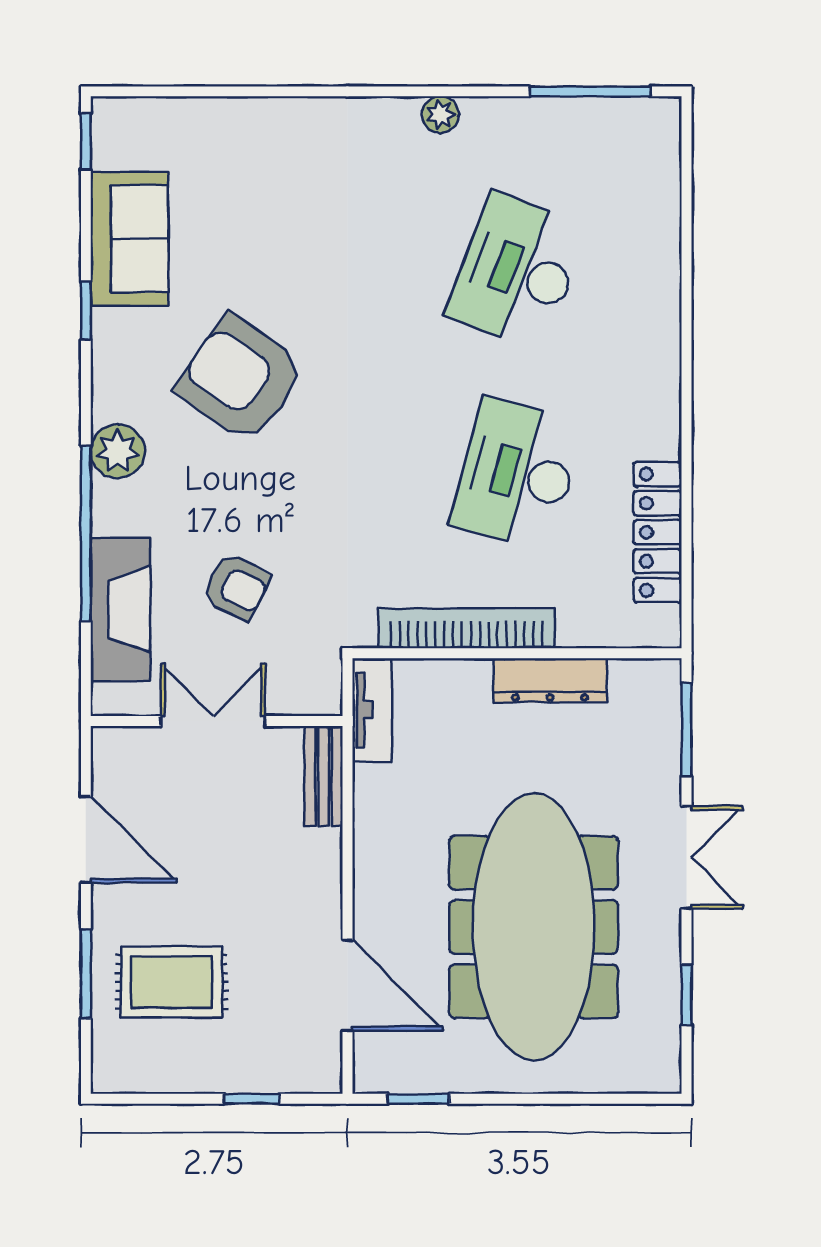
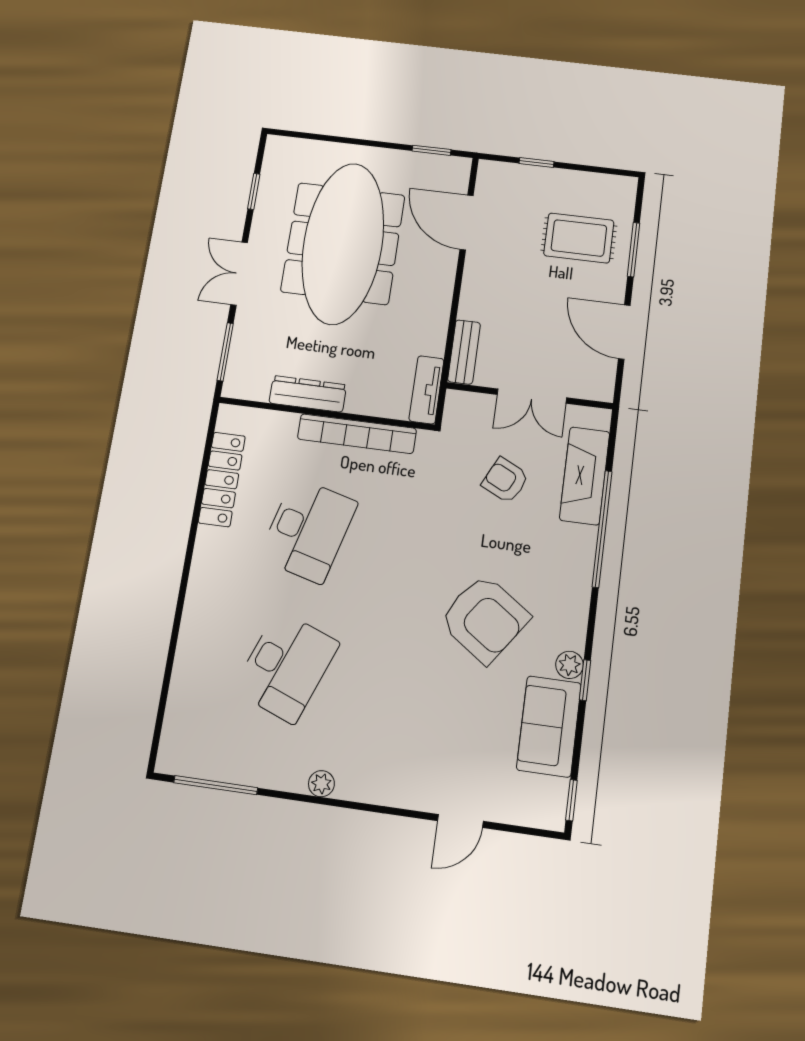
door: (238, 91) -> (460, 821), added
plant: (118, 451) -> (570, 665), moved, width x0.73, depth x0.73

